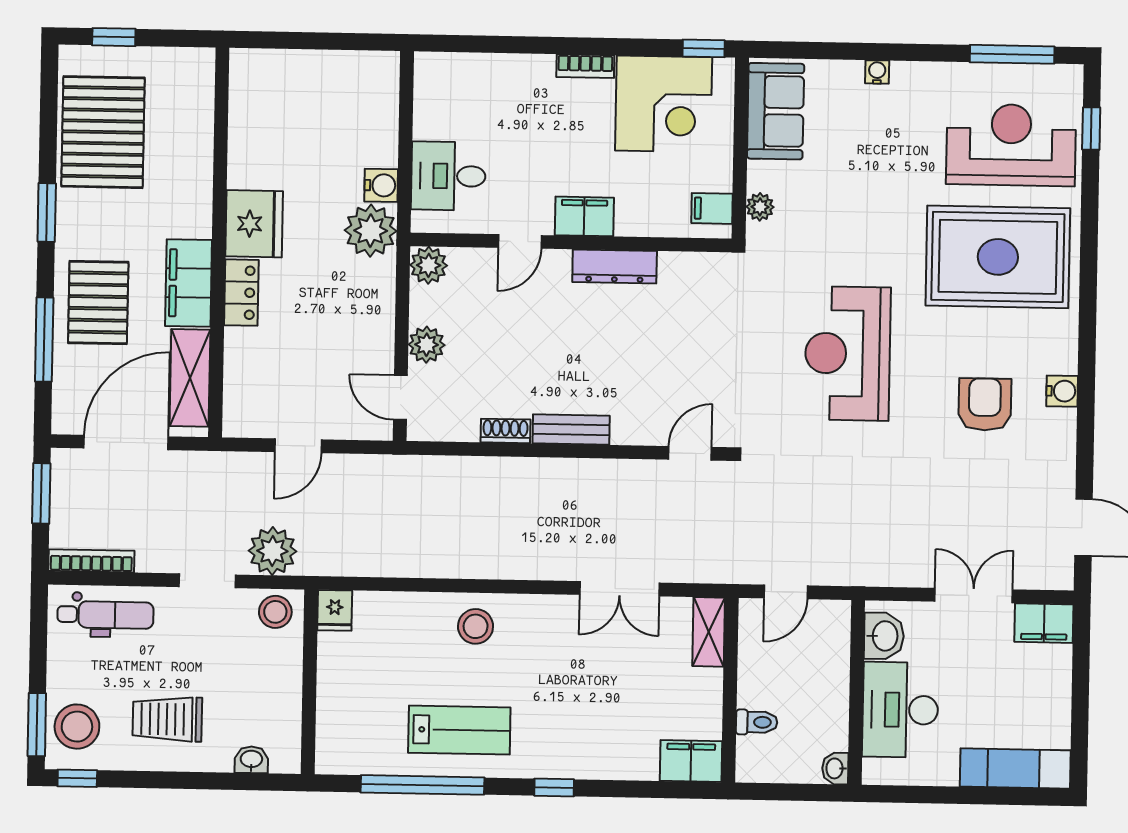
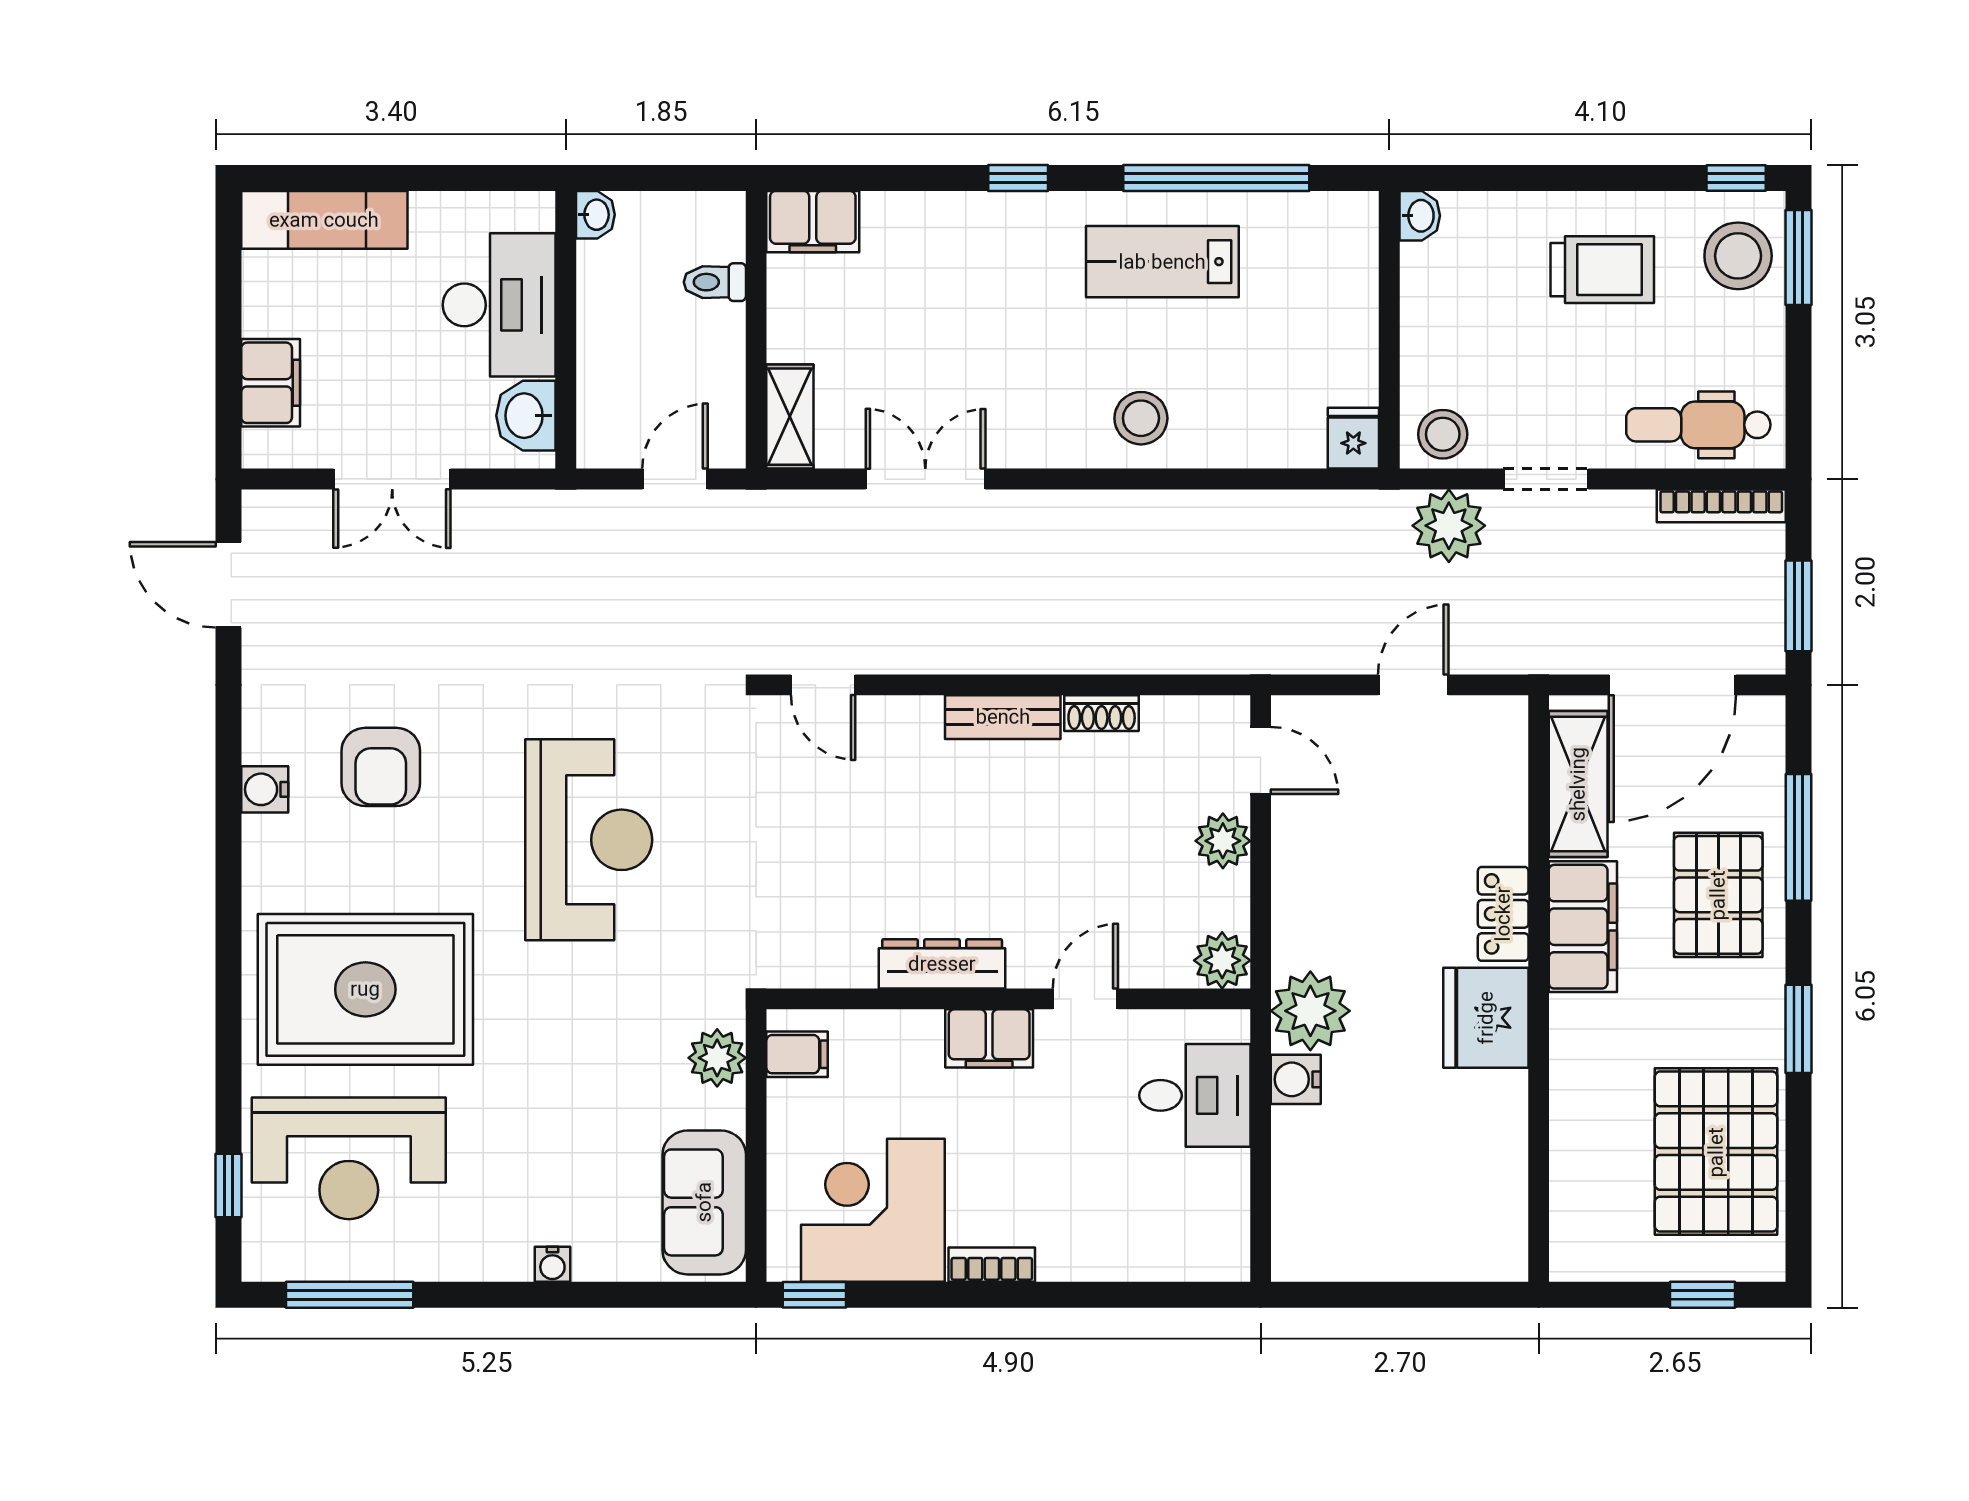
plant: (760, 207) -> (717, 1058), width x1.38, depth x1.38
door: (690, 453) -> (823, 685), hinge flipped
filing cabinet: (1044, 623) -> (271, 383), moved, turned 90
washbasin: (251, 760) -> (1420, 216), moved, turned -90

